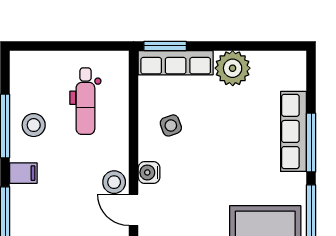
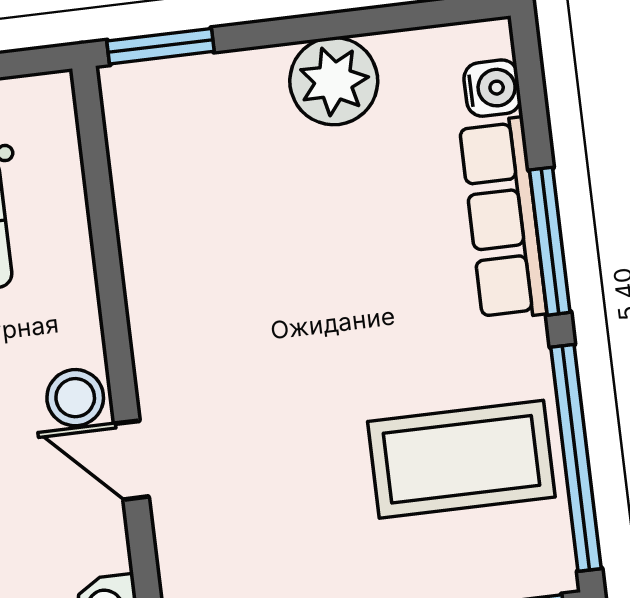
row of seats: (176, 63) -> (192, 84), removed
side table: (171, 125) -> (198, 241), removed
water cooler: (149, 172) -> (492, 88), moved, turned 180

